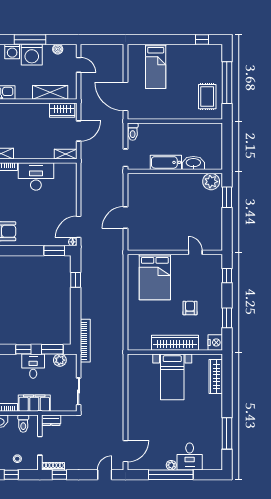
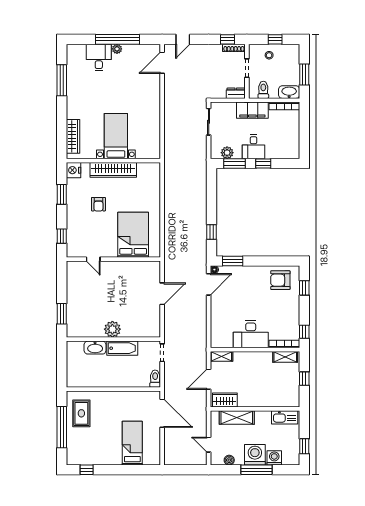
plant: (211, 182) -> (112, 329), moved
bookcase: (85, 341) -> (202, 172), removed

